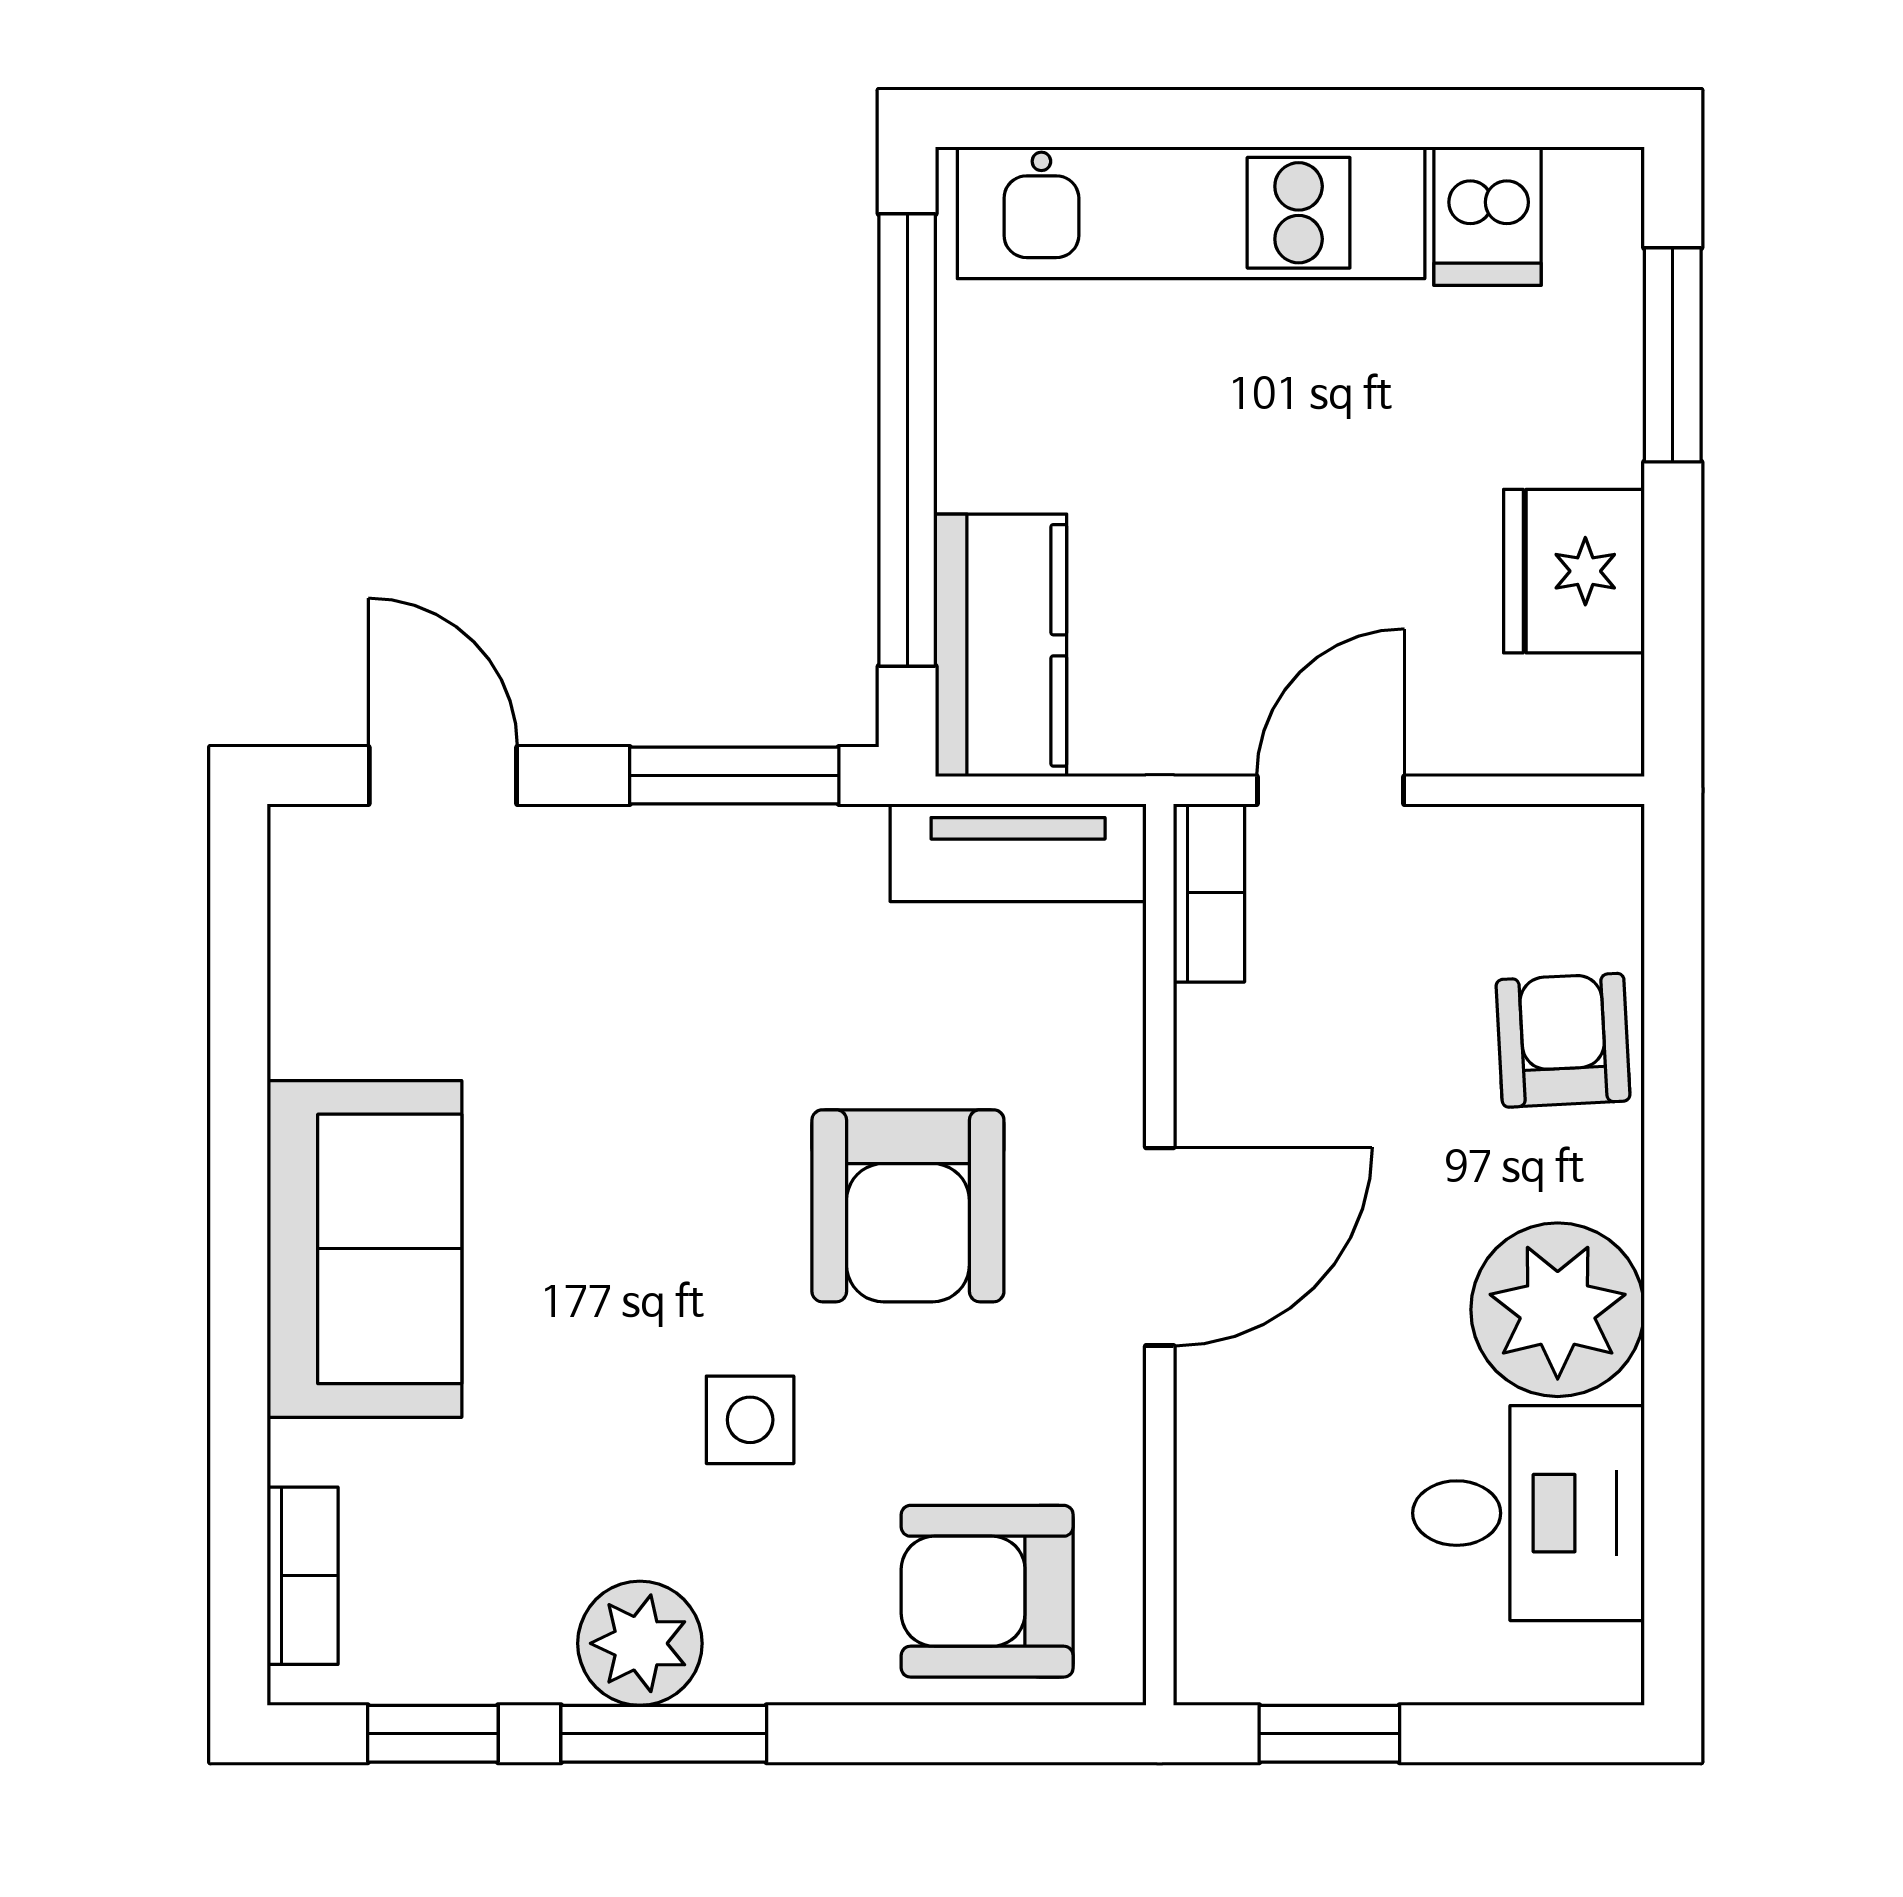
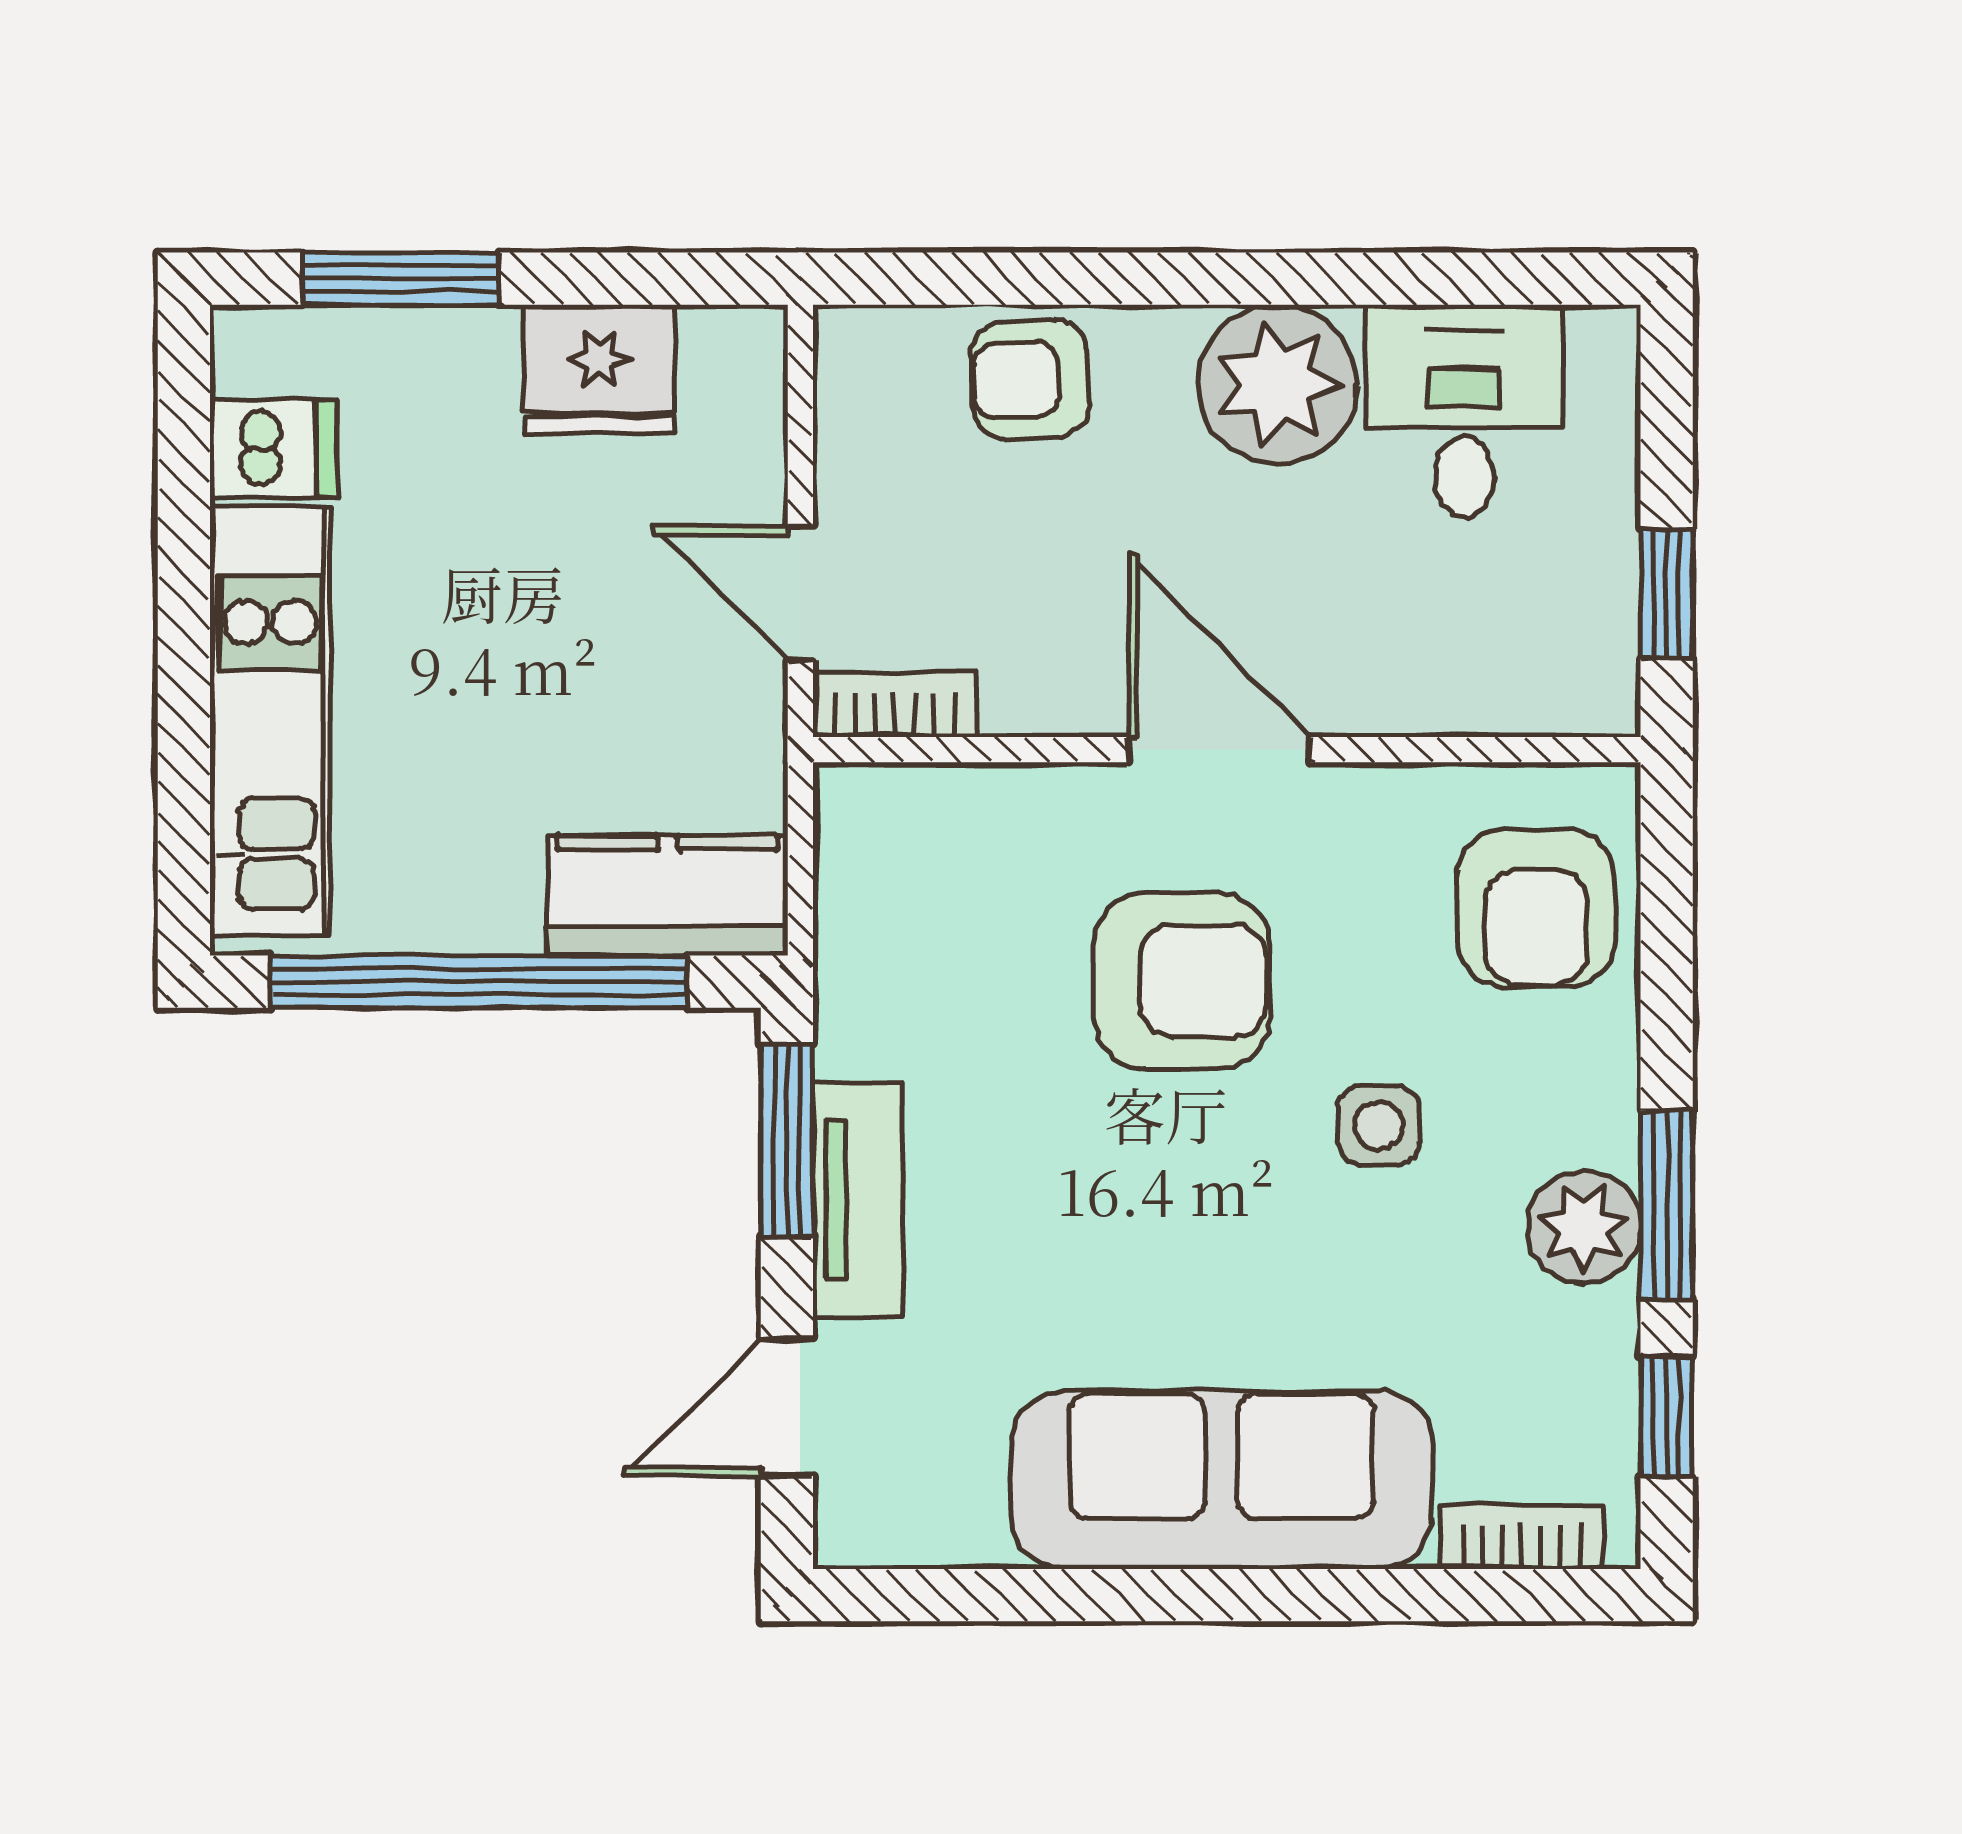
tv unit: (1018, 853) -> (858, 1199), moved
sofa: (364, 1249) -> (1222, 1480), width x1.36

